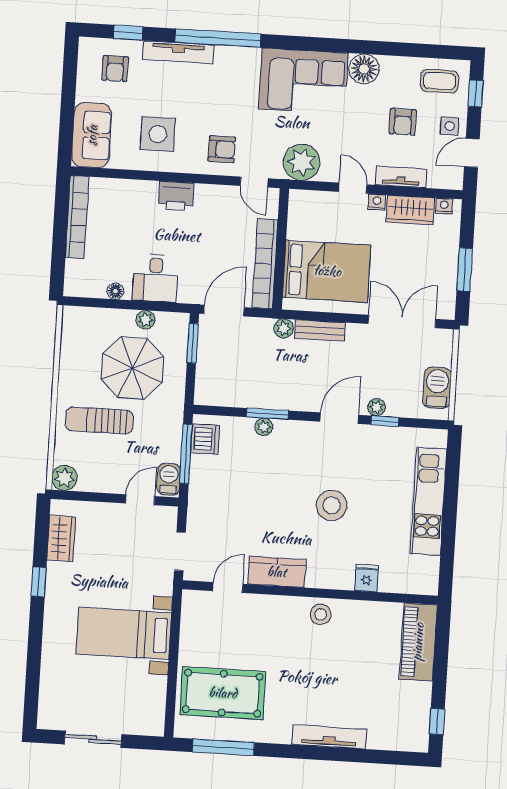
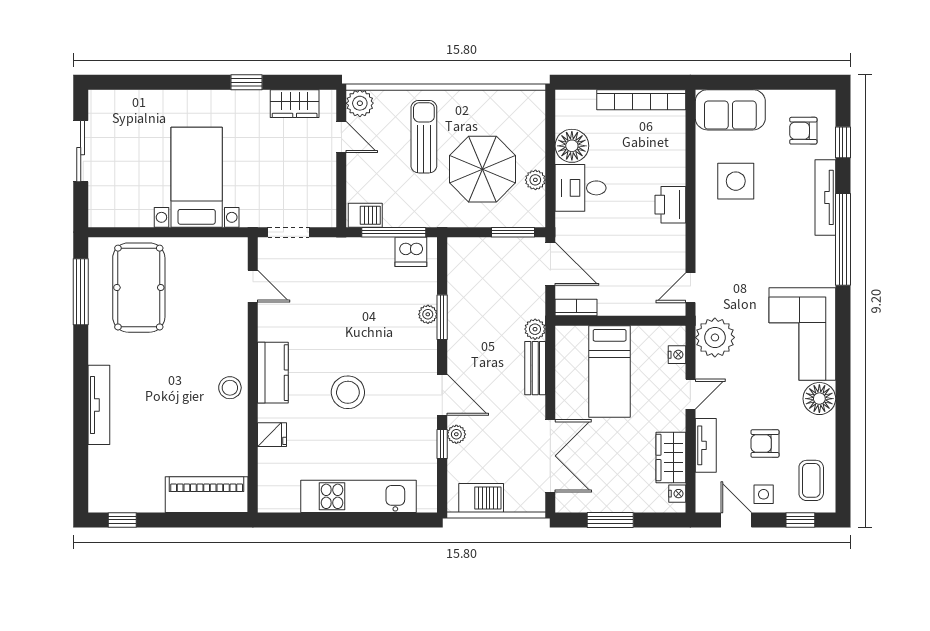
armchair: (222, 149) -> (724, 251), removed
nightstand: (377, 202) -> (677, 355), moved
bookcase: (265, 264) -> (576, 307), width x0.43, depth x0.76
bed: (327, 271) -> (610, 372), width x0.67
floor lamp: (115, 291) -> (572, 146), width x1.89, depth x1.89
door: (140, 500) -> (341, 137), moved
kitchen counter: (277, 572) -> (273, 373), moved

